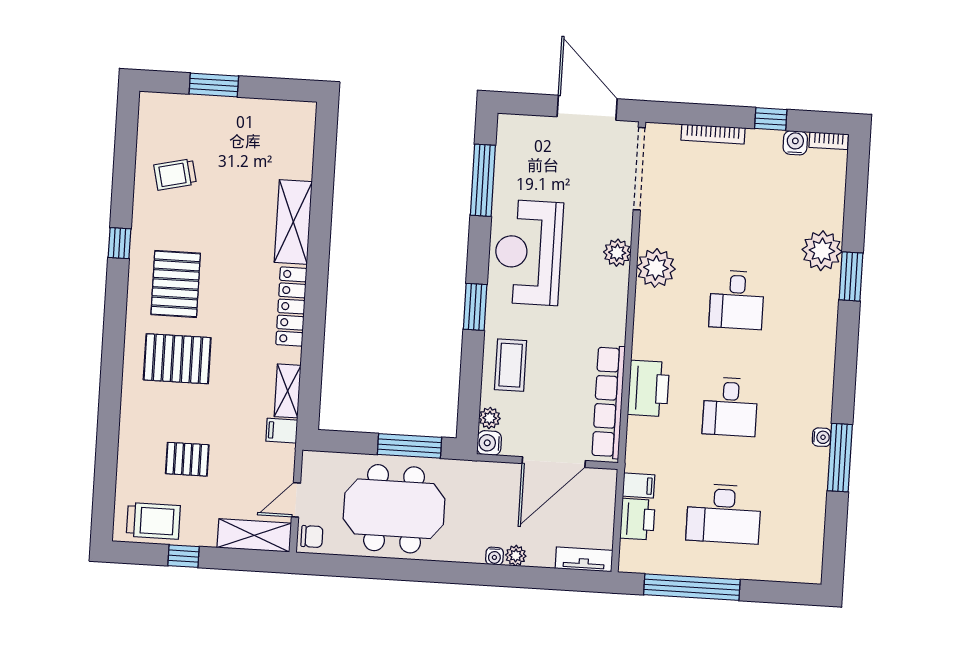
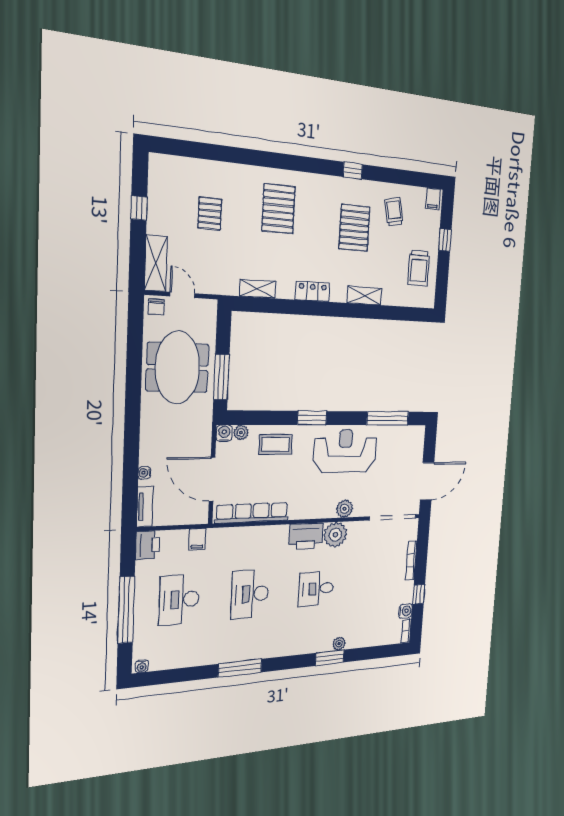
window: (214, 85) -> (445, 240), width x0.67
shelving: (293, 222) -> (364, 296), width x0.67, depth x0.75
plant: (822, 251) -> (339, 644), width x0.53, depth x0.53
pallet: (176, 284) -> (354, 228), moved, turned 90
locker: (291, 306) -> (312, 291), width x0.66
printer: (649, 388) -> (306, 536), moved
desk: (730, 407) -> (250, 594), width x1.37
filing cabinet: (282, 431) -> (433, 199), moved, turned 180
water cooler: (822, 437) -> (142, 666), moved
window: (840, 458) -> (240, 668), moved
printer: (638, 519) -> (148, 545), moved, turned -90
trolley: (153, 521) -> (419, 268), moved
water cooler: (494, 556) -> (144, 473), moved
plant: (516, 556) -> (146, 458), removed
window: (692, 587) -> (126, 610), moved

